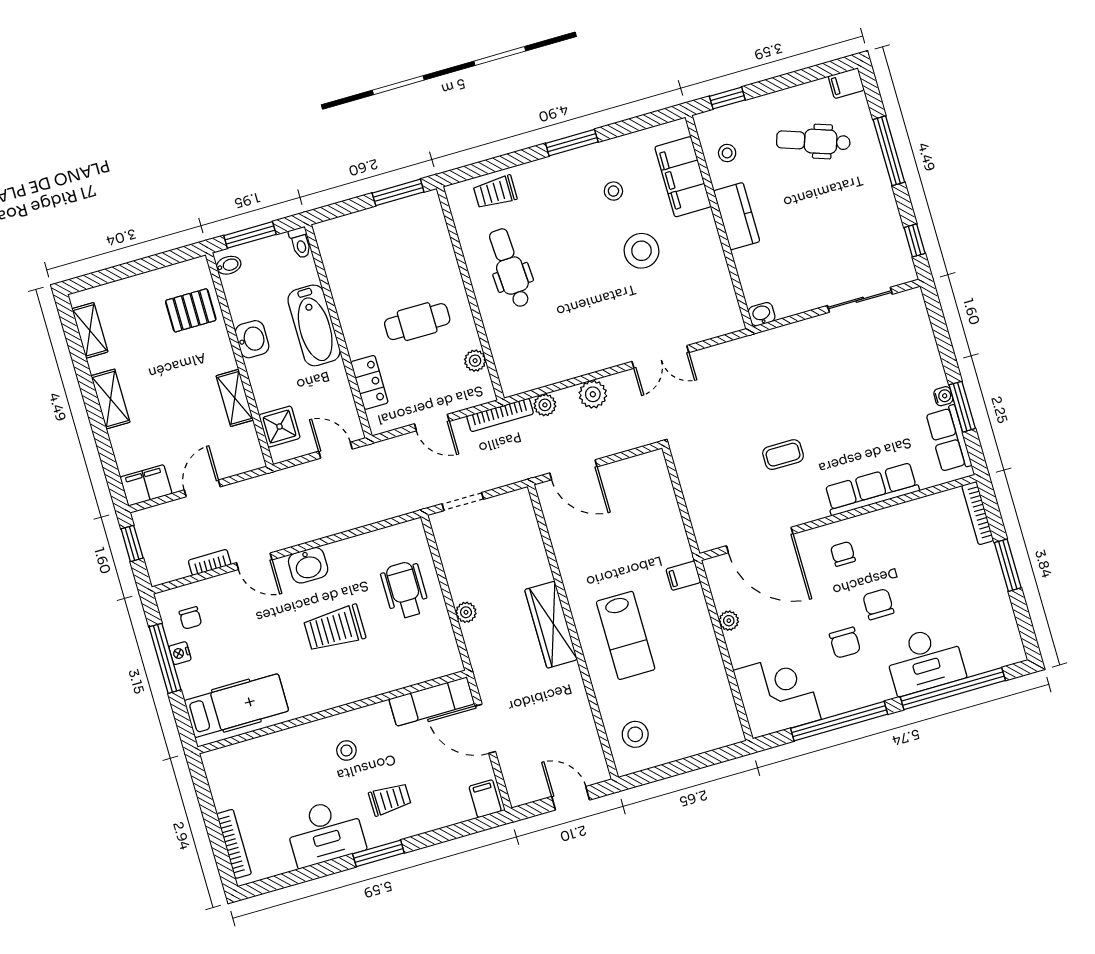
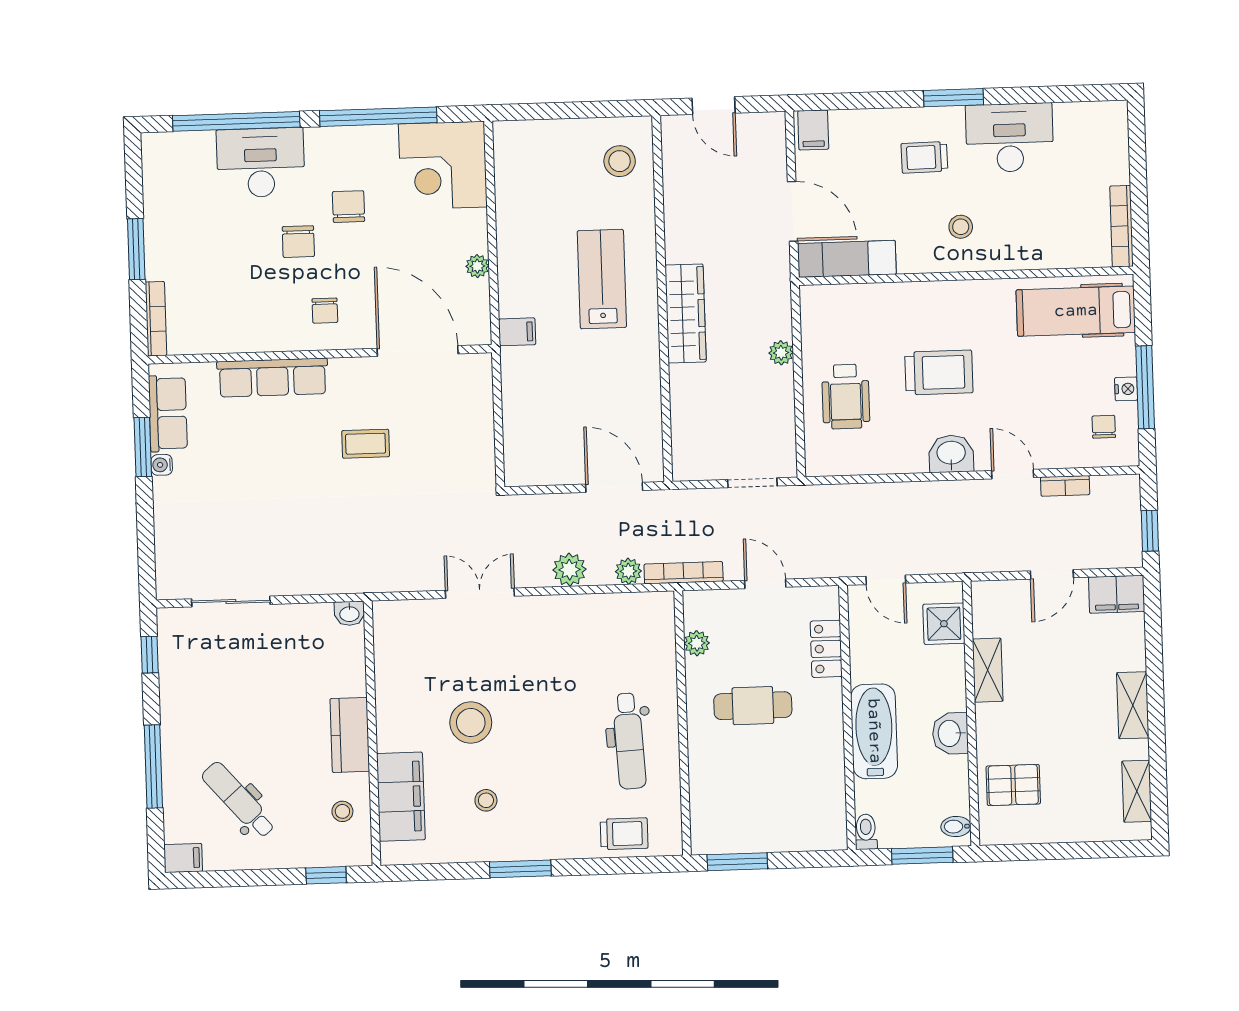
dental chair: (813, 141) -> (239, 800), turned -150
bookcase: (234, 844) -> (1121, 226), moved

